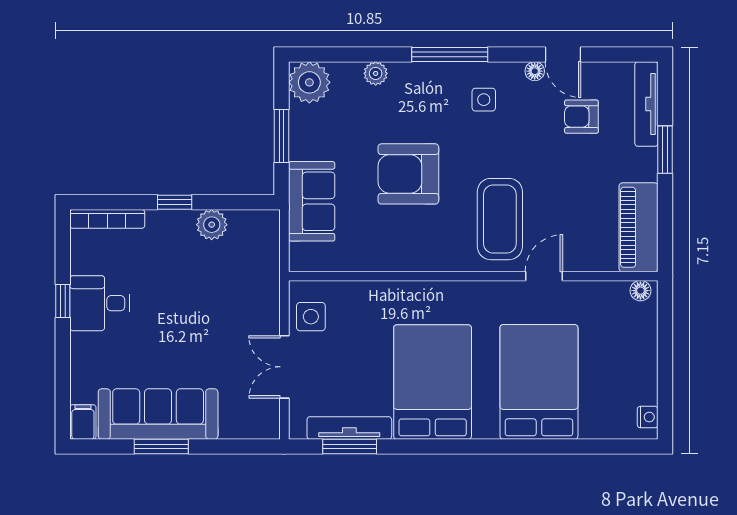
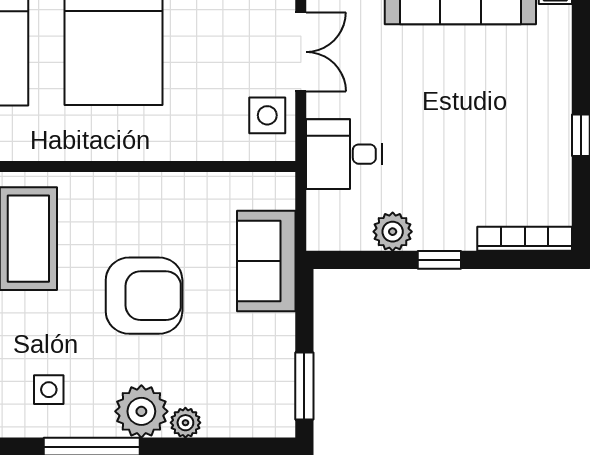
plant: (309, 82) -> (141, 411), moved
window: (281, 136) -> (304, 386), moved
desk: (100, 303) -> (344, 154), moved, turned 180

